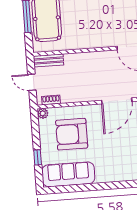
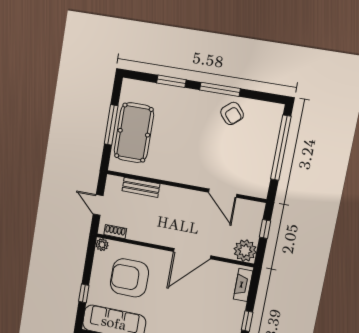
bench: (48, 60) -> (141, 187), moved

